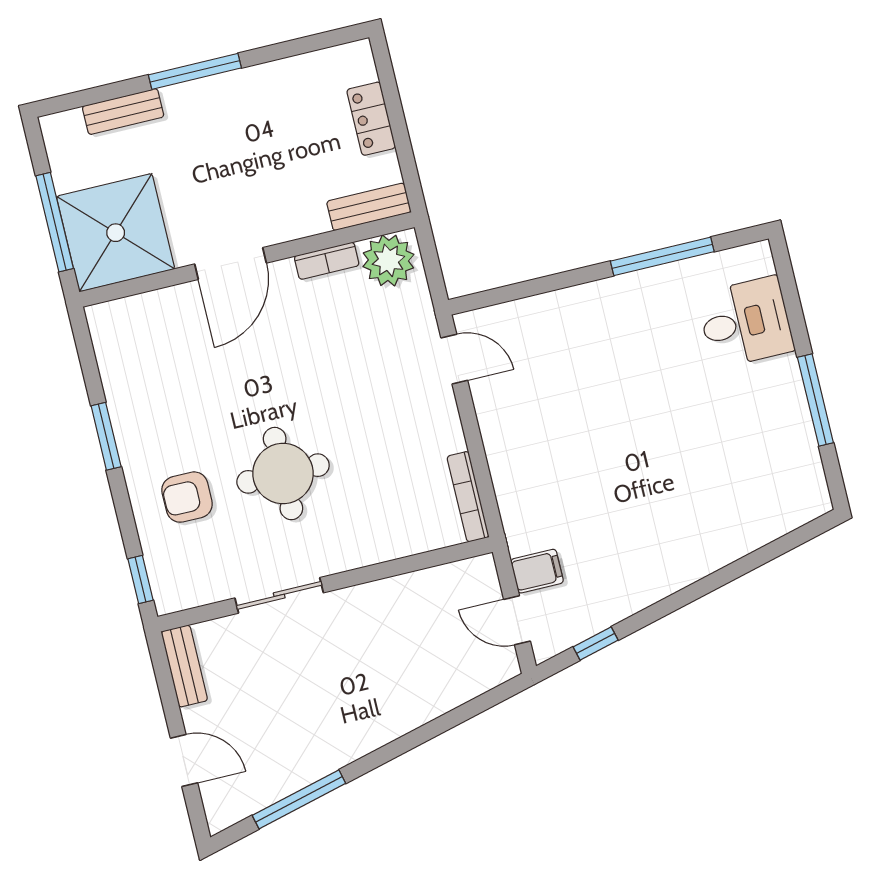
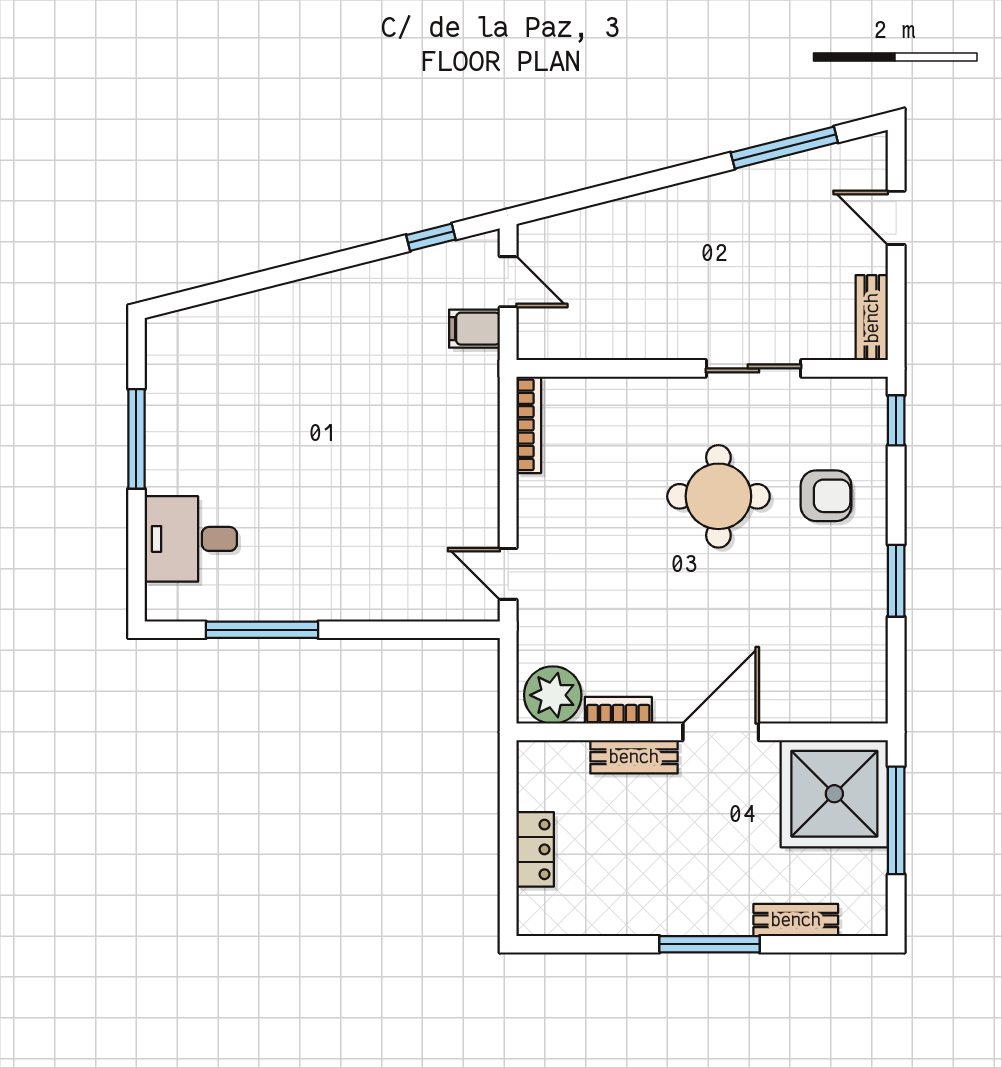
bench: (369, 207) -> (634, 757), moved

